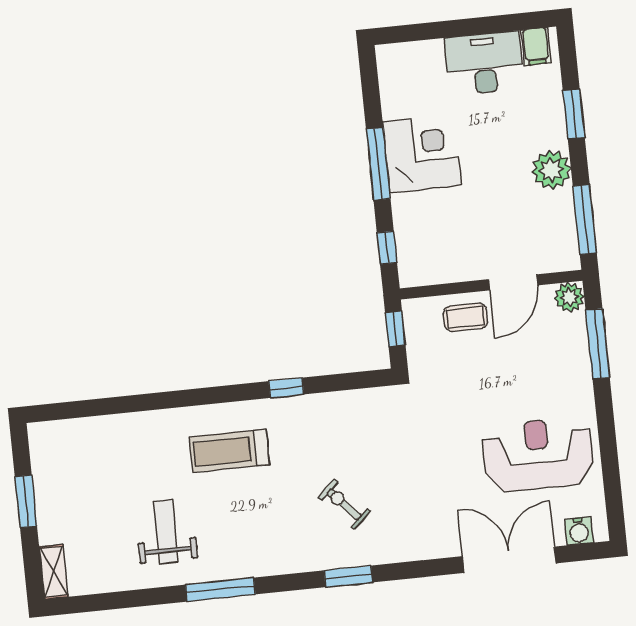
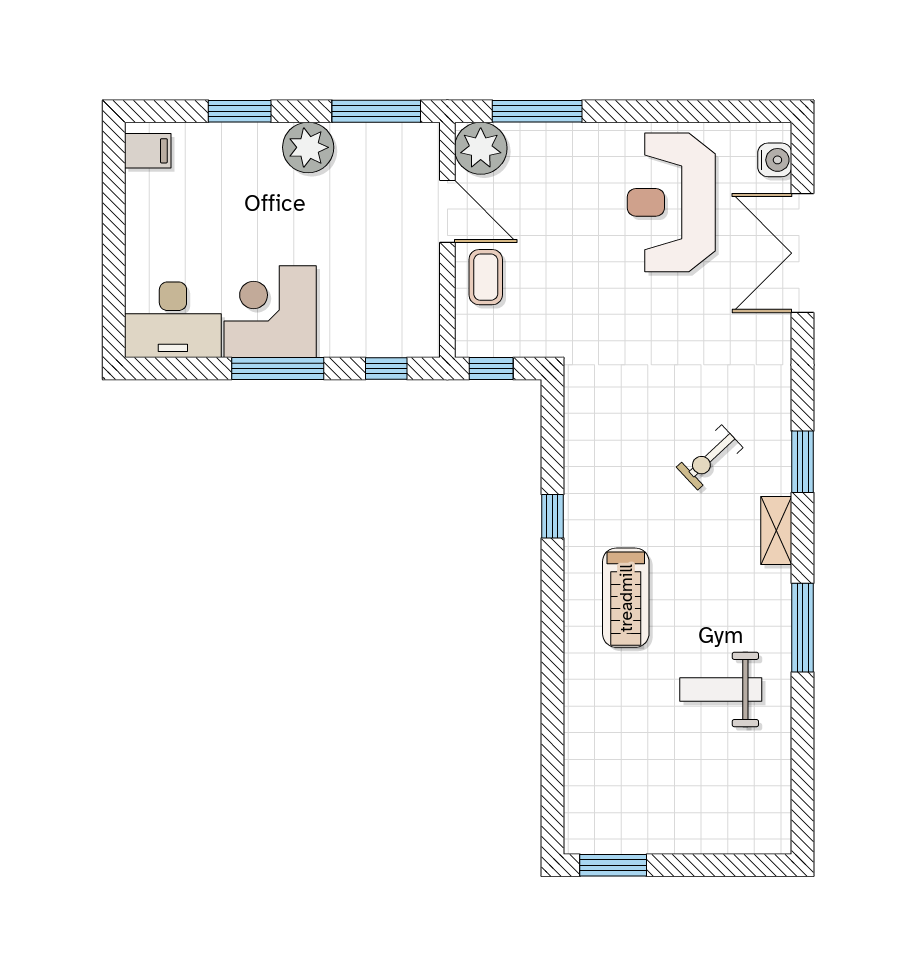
desk: (484, 63) -> (173, 320), moved, turned -90
plant: (569, 297) -> (481, 148), width x1.36, depth x1.36
window: (26, 501) -> (613, 865), moved
shelving: (54, 572) -> (776, 531), moved, turned 90

